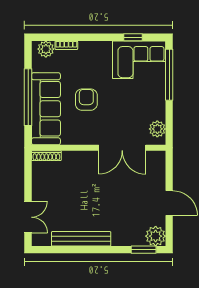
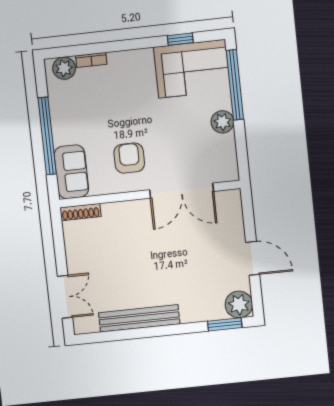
armchair: (86, 100) -> (129, 158), moved
sofa: (46, 109) -> (71, 172), width x0.54, depth x0.79
plant: (157, 129) -> (222, 122), moved

